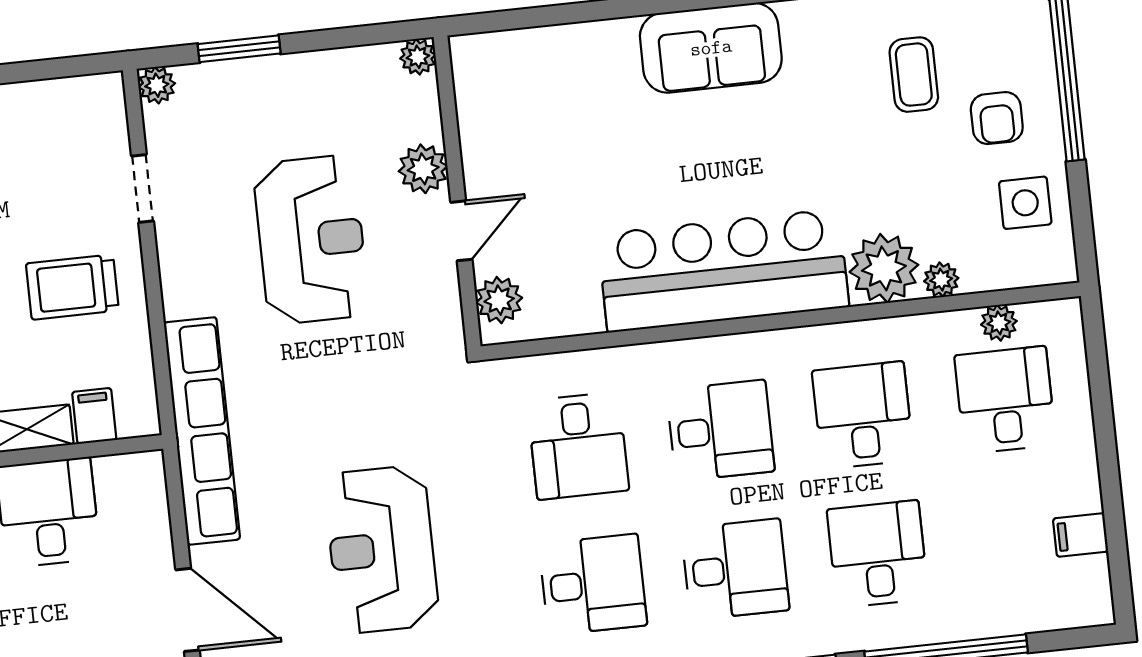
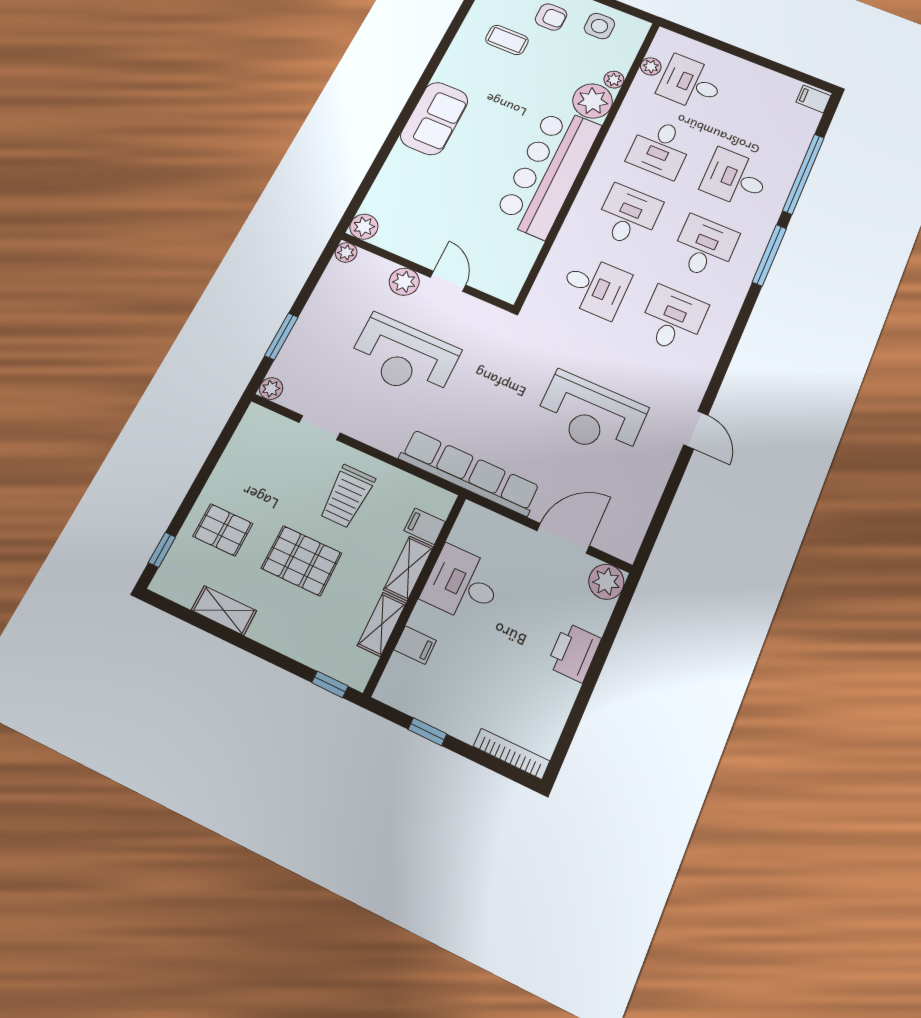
reception desk: (311, 240) -> (404, 357), turned 180
plant: (499, 300) -> (364, 227), moved
desk: (863, 415) -> (660, 148), turned -90
filing cabinet: (1081, 535) -> (813, 99), moved, turned 90

